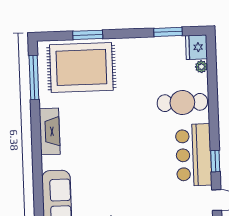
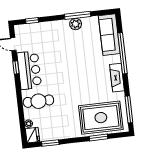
window: (37, 171) -> (123, 53), added

